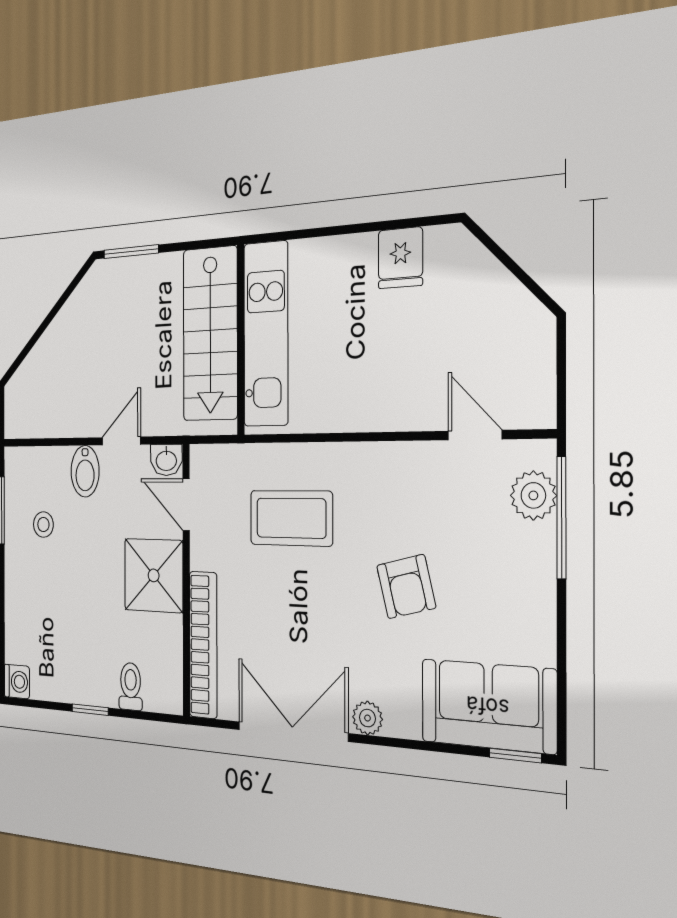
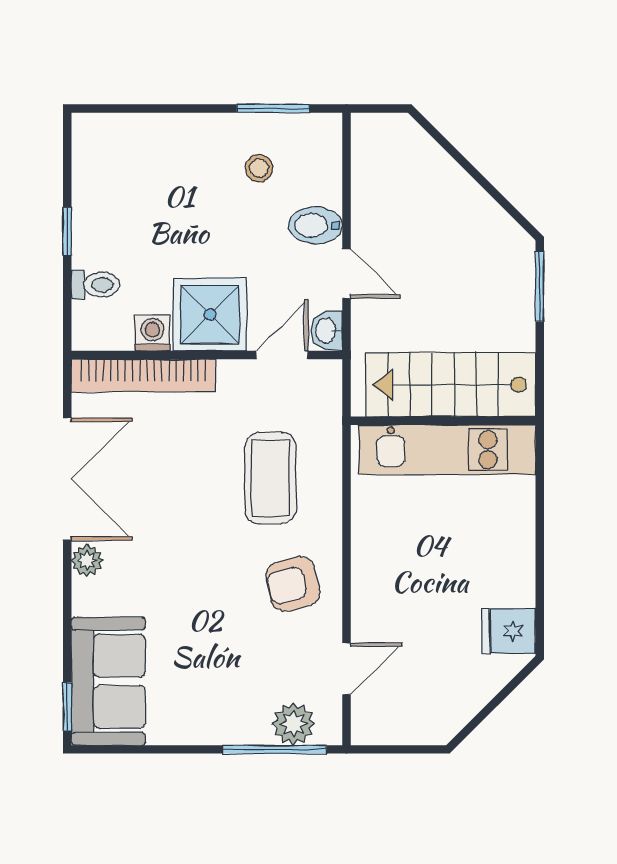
fridge: (400, 258) -> (509, 631), moved
armchair: (406, 587) -> (293, 584), moved
washing machine: (17, 682) -> (153, 333), moved, turned 180

